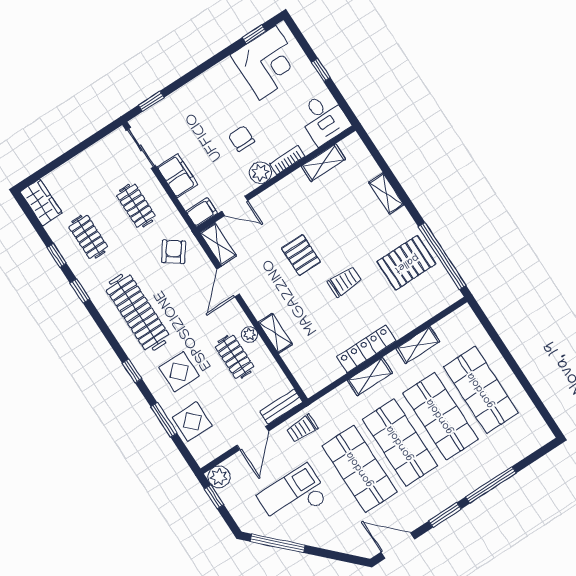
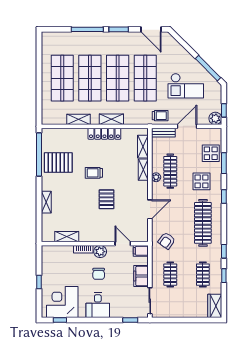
desk: (323, 118) -> (98, 305), moved, turned 180
shelving: (218, 244) -> (143, 147), moved
clothes rail: (234, 357) -> (170, 171), width x1.36

